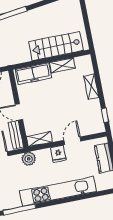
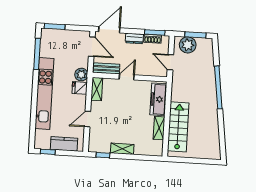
shelving: (91, 87) -> (122, 149), moved
door: (72, 141) -> (87, 119), swing flipped
fridge: (58, 154) -> (80, 88), moved

